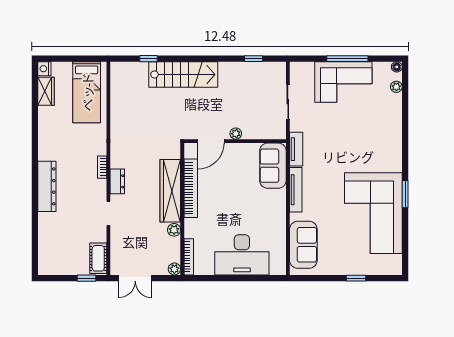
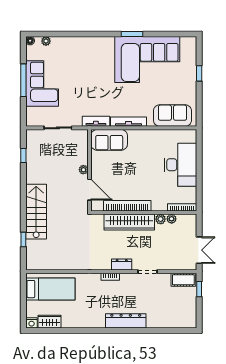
plant: (174, 269) -> (172, 219), moved

